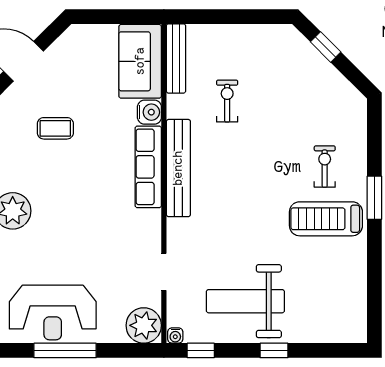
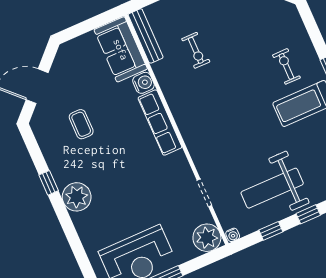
exercise bike: (227, 101) -> (196, 50), turned 180
coffee table: (55, 128) -> (81, 124), turned 90
bench: (178, 168) -> (182, 114), removed
window: (201, 350) -> (271, 231), moved

